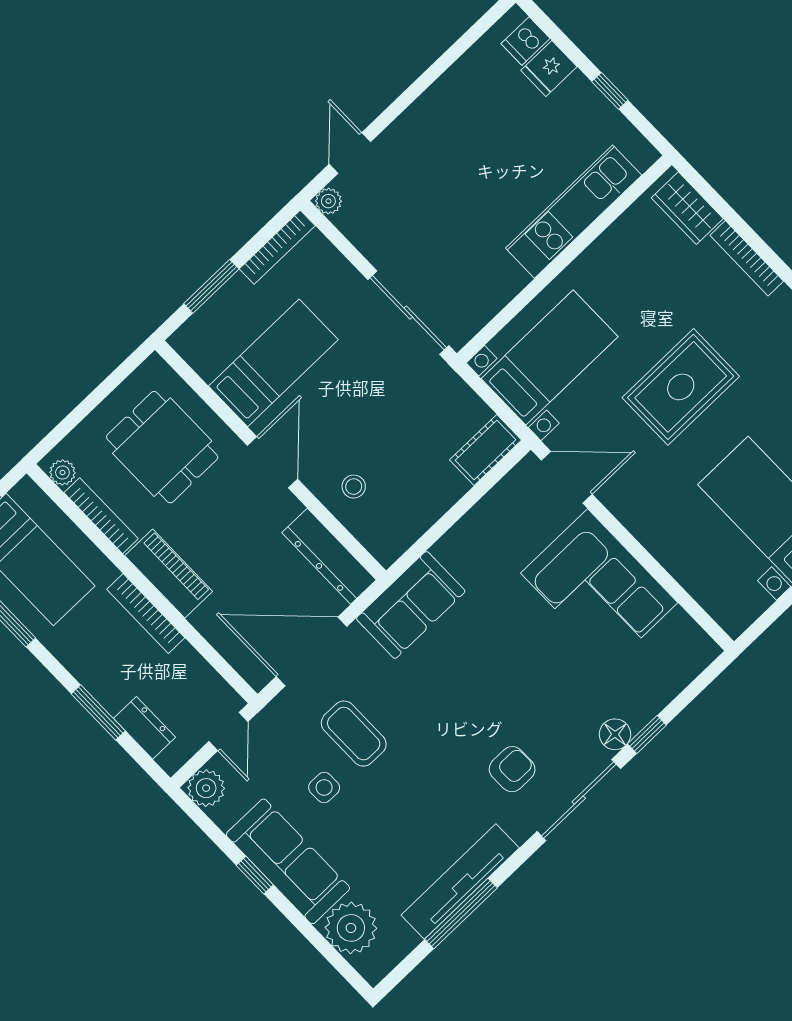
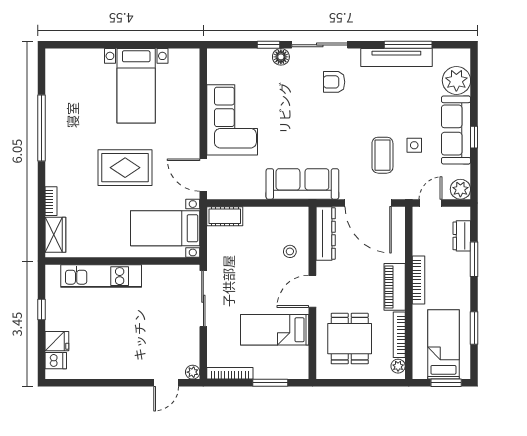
bookcase: (747, 258) -> (51, 201), width x0.64
sofa: (411, 605) -> (302, 184), width x1.36

